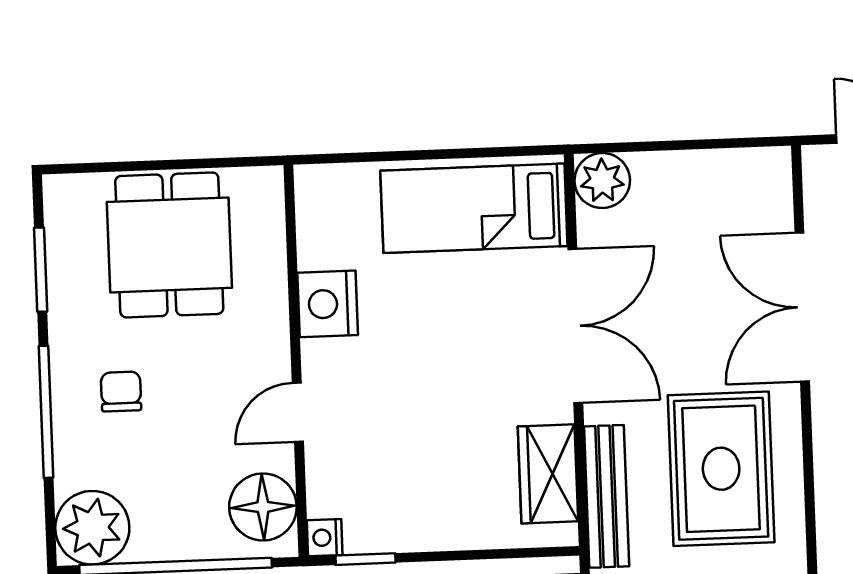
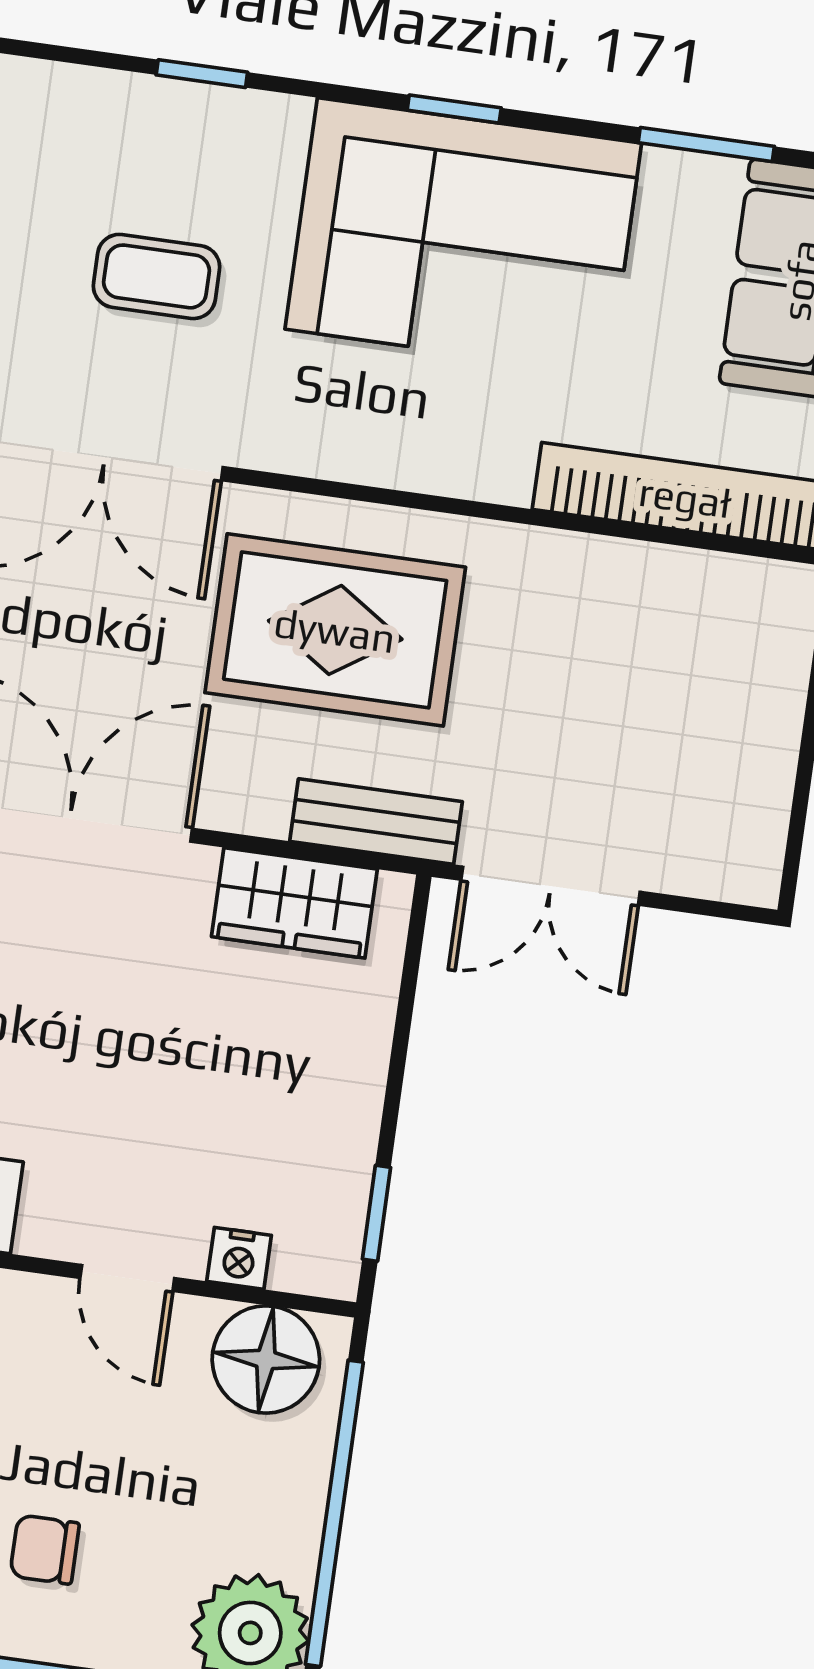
bench: (607, 496) -> (376, 822), width x0.73
nightstand: (325, 538) -> (239, 1258), moved

